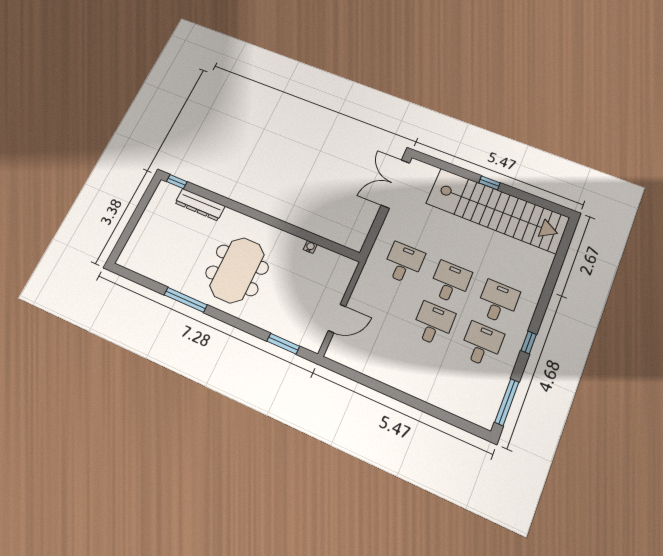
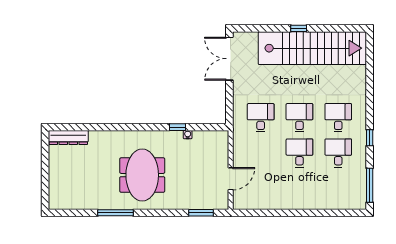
window: (177, 182) -> (177, 127), moved
dresser: (200, 205) -> (68, 137), moved

